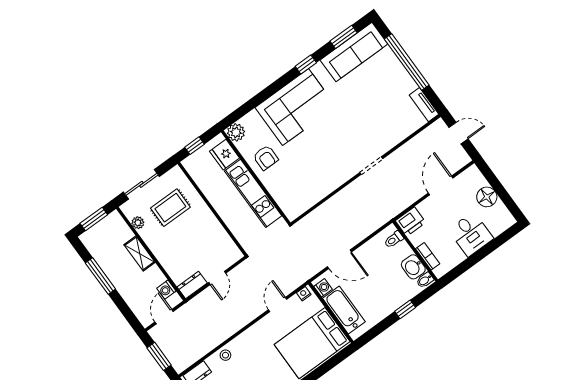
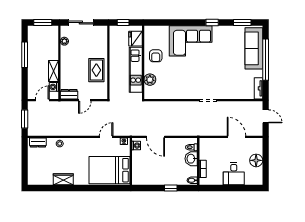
sofa: (354, 52) -> (254, 48), moved, turned 90
plant: (236, 132) -> (150, 80), moved
door: (441, 185) -> (236, 137), hinge flipped
rug: (170, 208) -> (96, 70), moved, turned 90
printer: (411, 222) -> (207, 144), removed
shelving: (140, 254) -> (54, 71), moved
washbasin: (413, 267) -> (191, 159), moved
bathtub: (344, 310) -> (139, 165), removed

